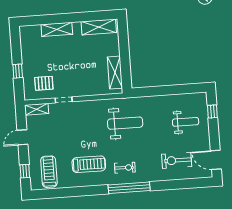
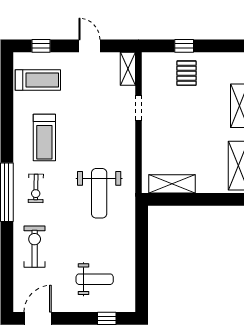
pallet: (44, 83) -> (187, 73), moved
weight bench: (186, 122) -> (95, 279), turned -90
exercise bike: (177, 160) -> (35, 247), moved

